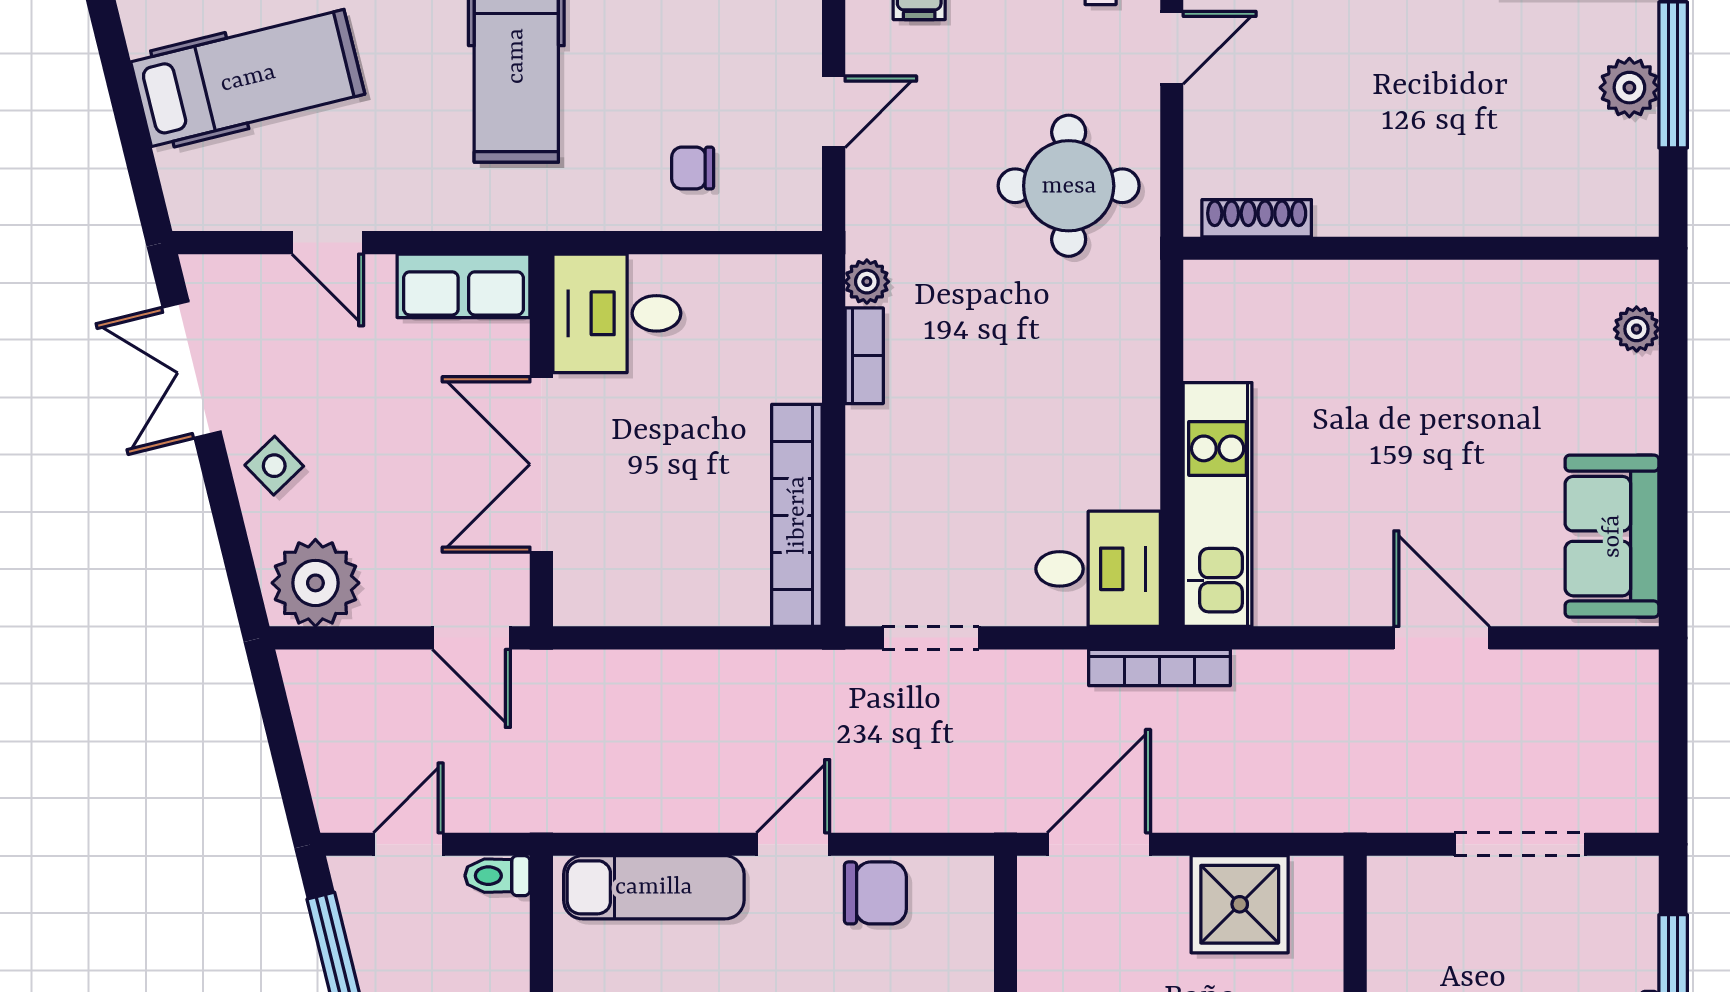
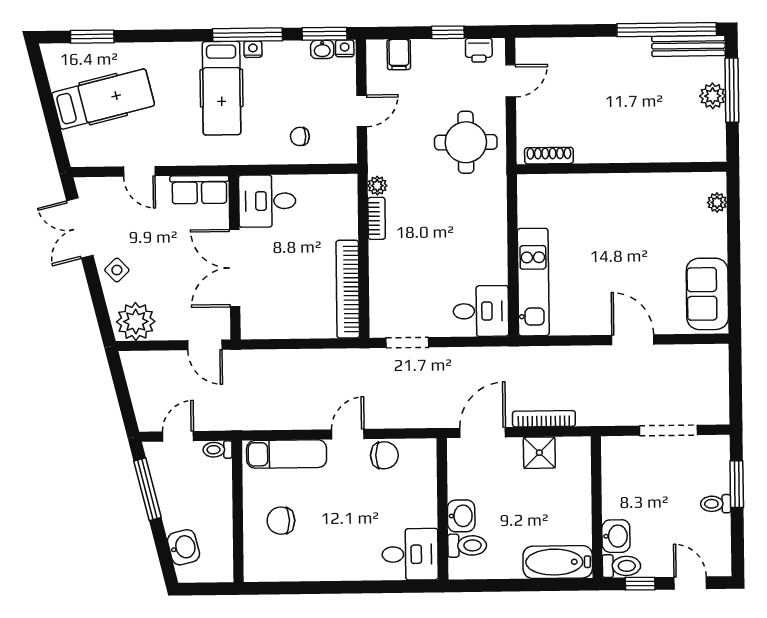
bookcase: (1160, 668) -> (544, 419), moved, turned 180
shower: (1240, 904) -> (539, 453), width x0.73, depth x0.73

